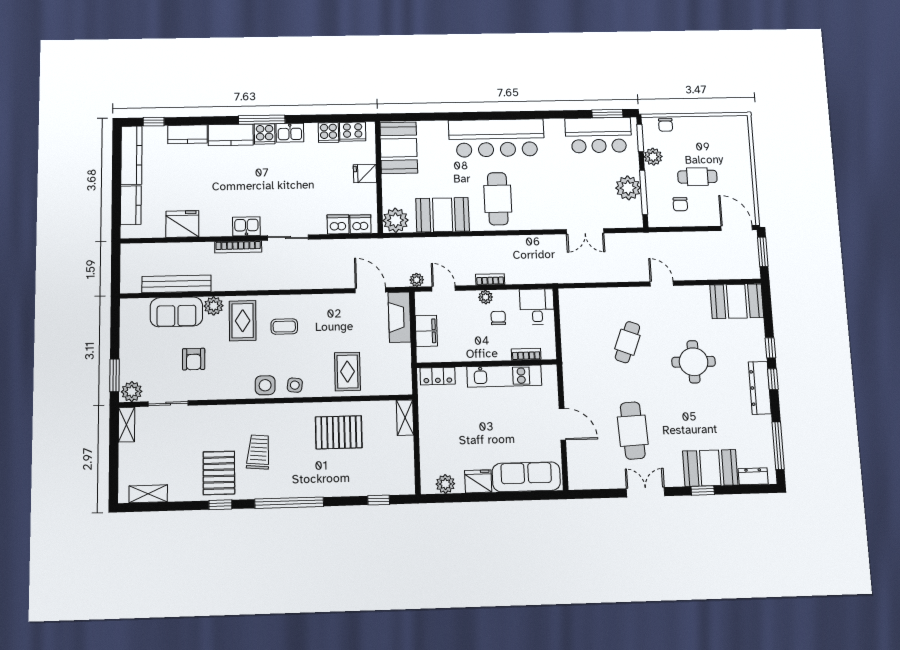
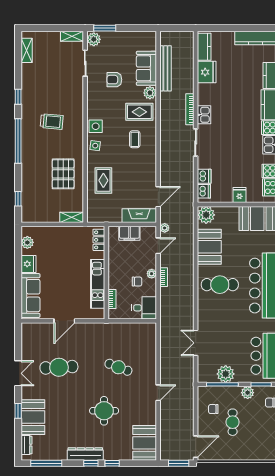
kitchen counter: (131, 205) -> (204, 47), moved, turned -90
rug: (347, 372) -> (103, 180), turned 90
pallet: (219, 473) -> (39, 96), removed

